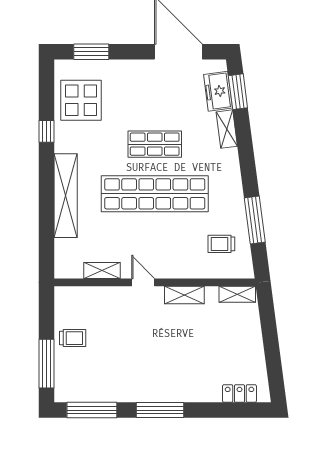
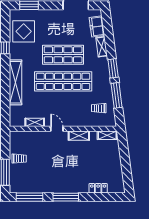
window: (238, 92) -> (113, 68), moved
shop shelf: (155, 144) -> (63, 55), width x1.43, depth x1.36
locker: (239, 394) -> (98, 188), moved

